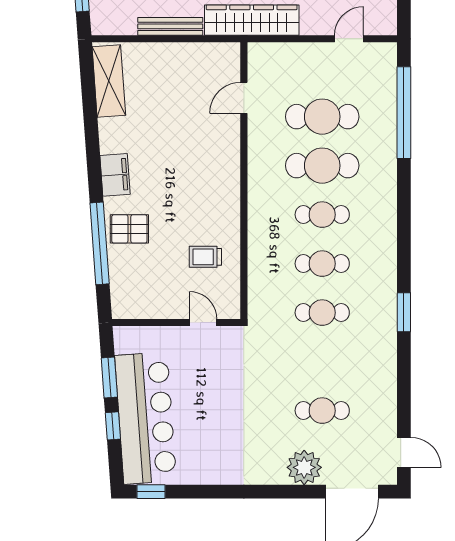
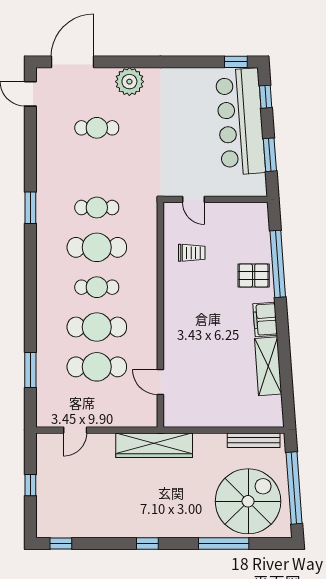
bench: (170, 26) -> (254, 440), moved
shelving: (109, 81) -> (268, 366), moved
door: (244, 98) -> (160, 382), swing flipped
window: (404, 113) -> (30, 370), width x0.47
cafe table: (322, 264) -> (97, 247), width x1.37, depth x1.35
window: (113, 426) -> (266, 97), moved
plant: (304, 467) -> (129, 82), moved

